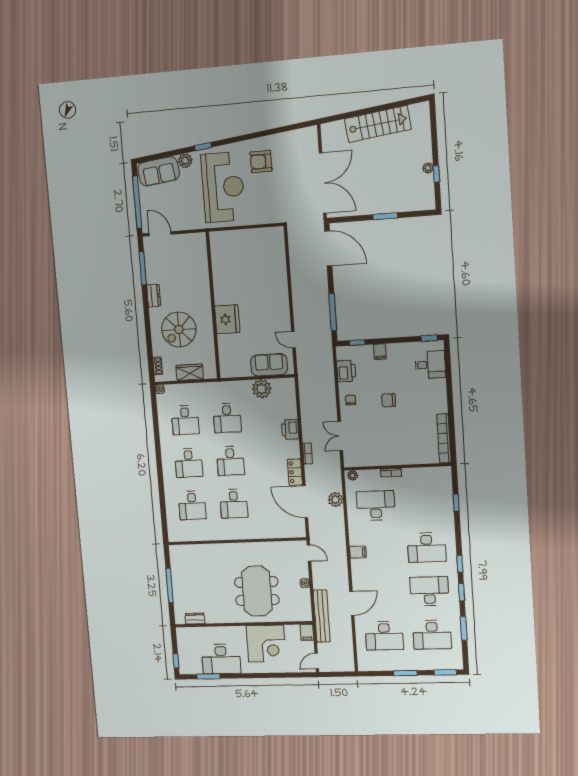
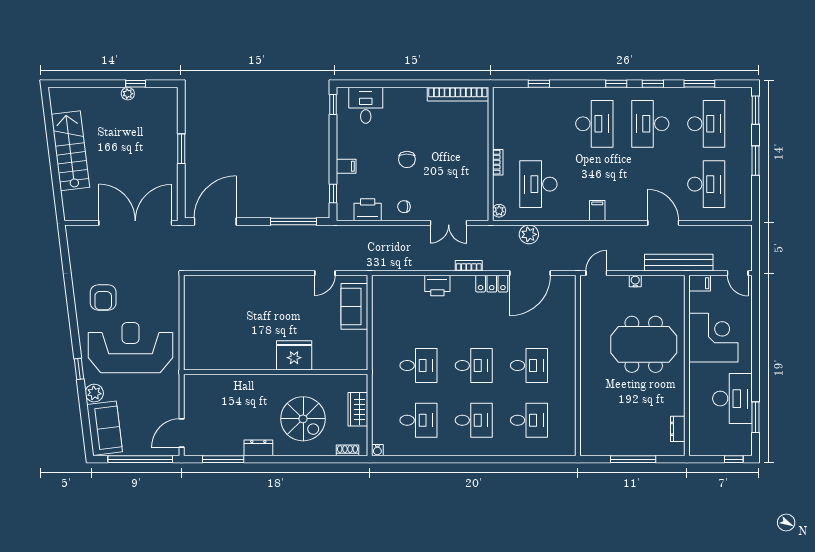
plant: (262, 389) -> (384, 318), removed

